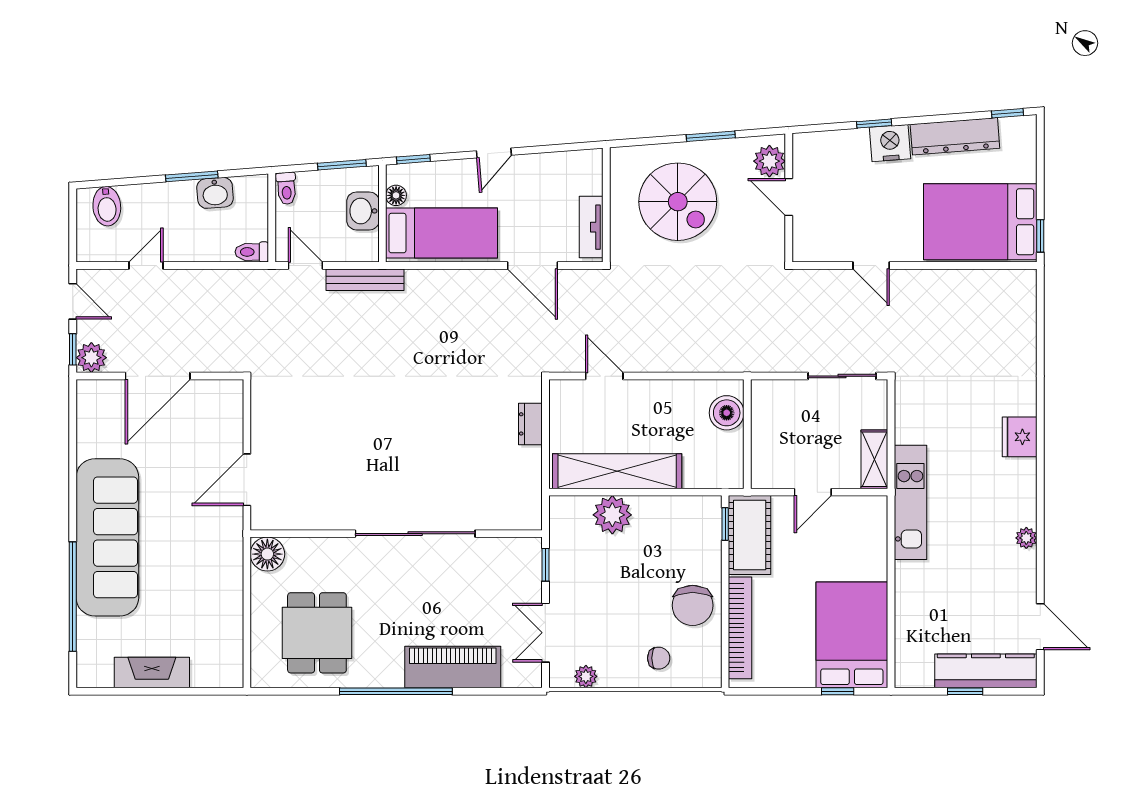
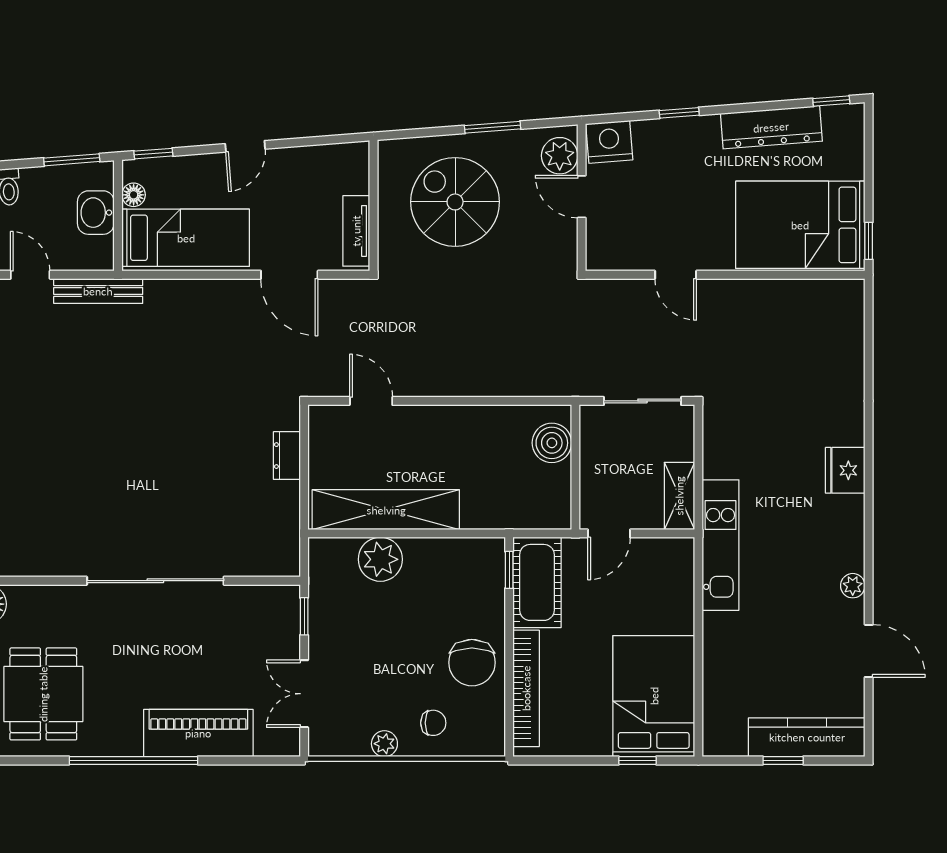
nightstand: (890, 143) -> (609, 142), moved
spiral stairs: (678, 202) -> (455, 202), turned 180
boiler: (727, 413) -> (552, 443), moved
wall: (747, 434) -> (575, 467), moved
door: (1040, 627) -> (869, 651), moved
plant: (586, 676) -> (384, 744), moved

